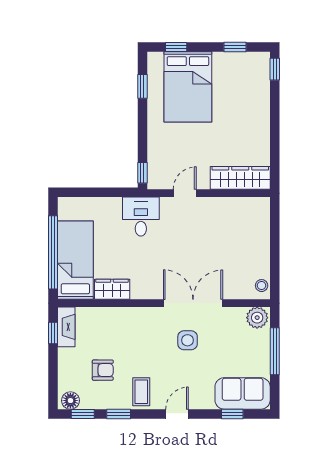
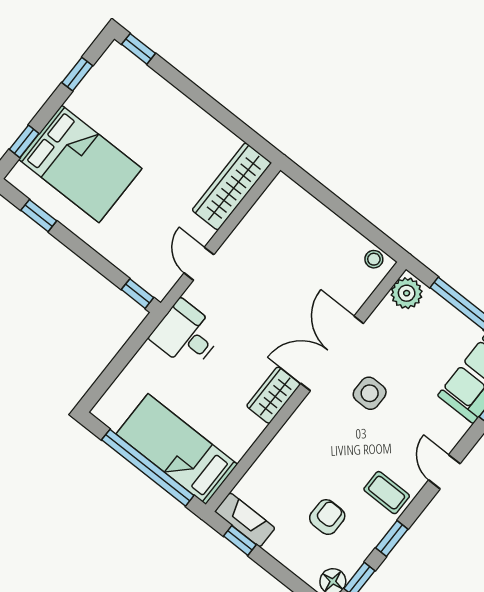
wardrobe: (112, 289) -> (273, 395), moved

